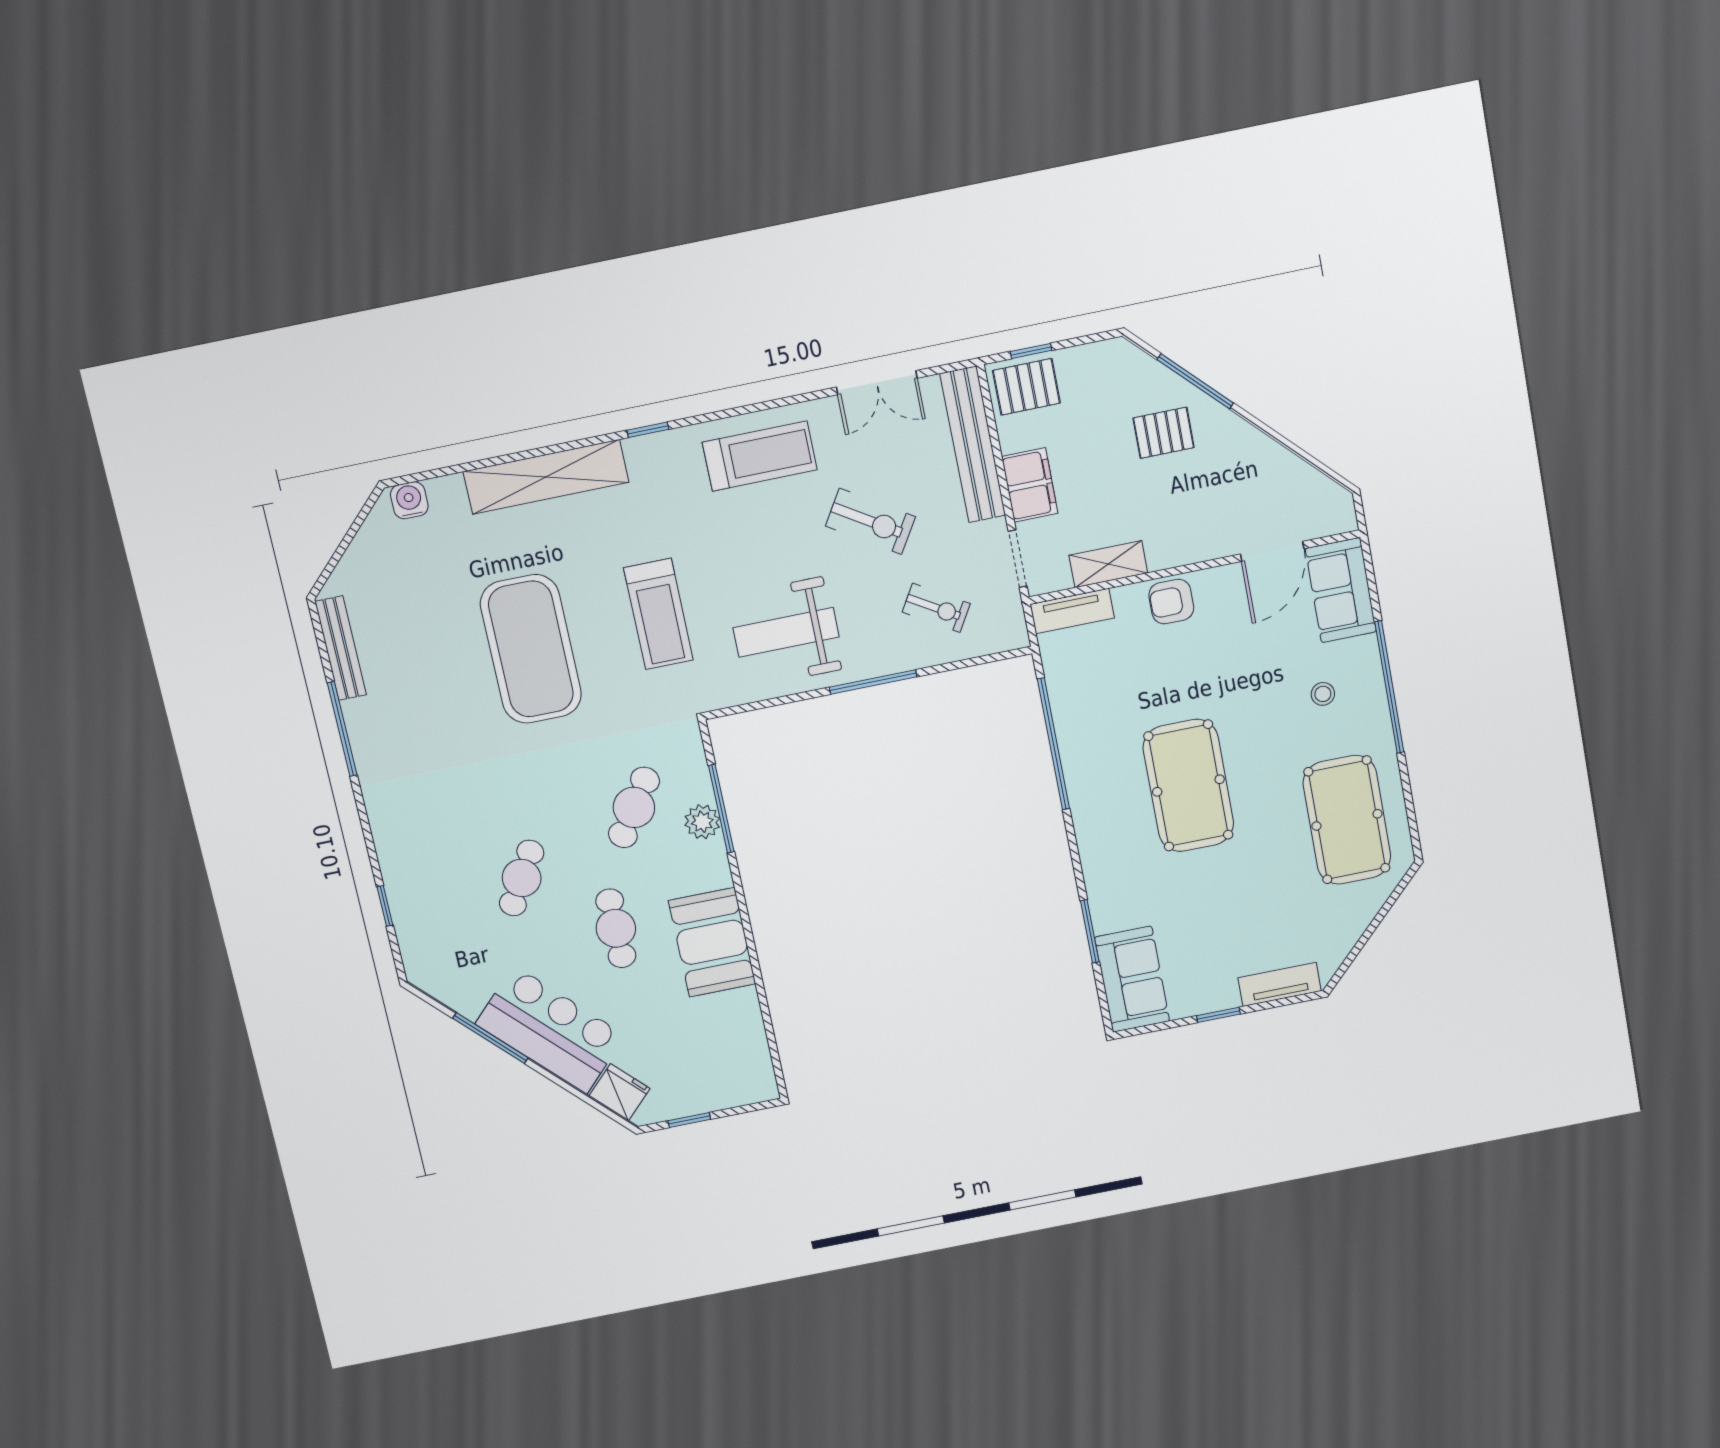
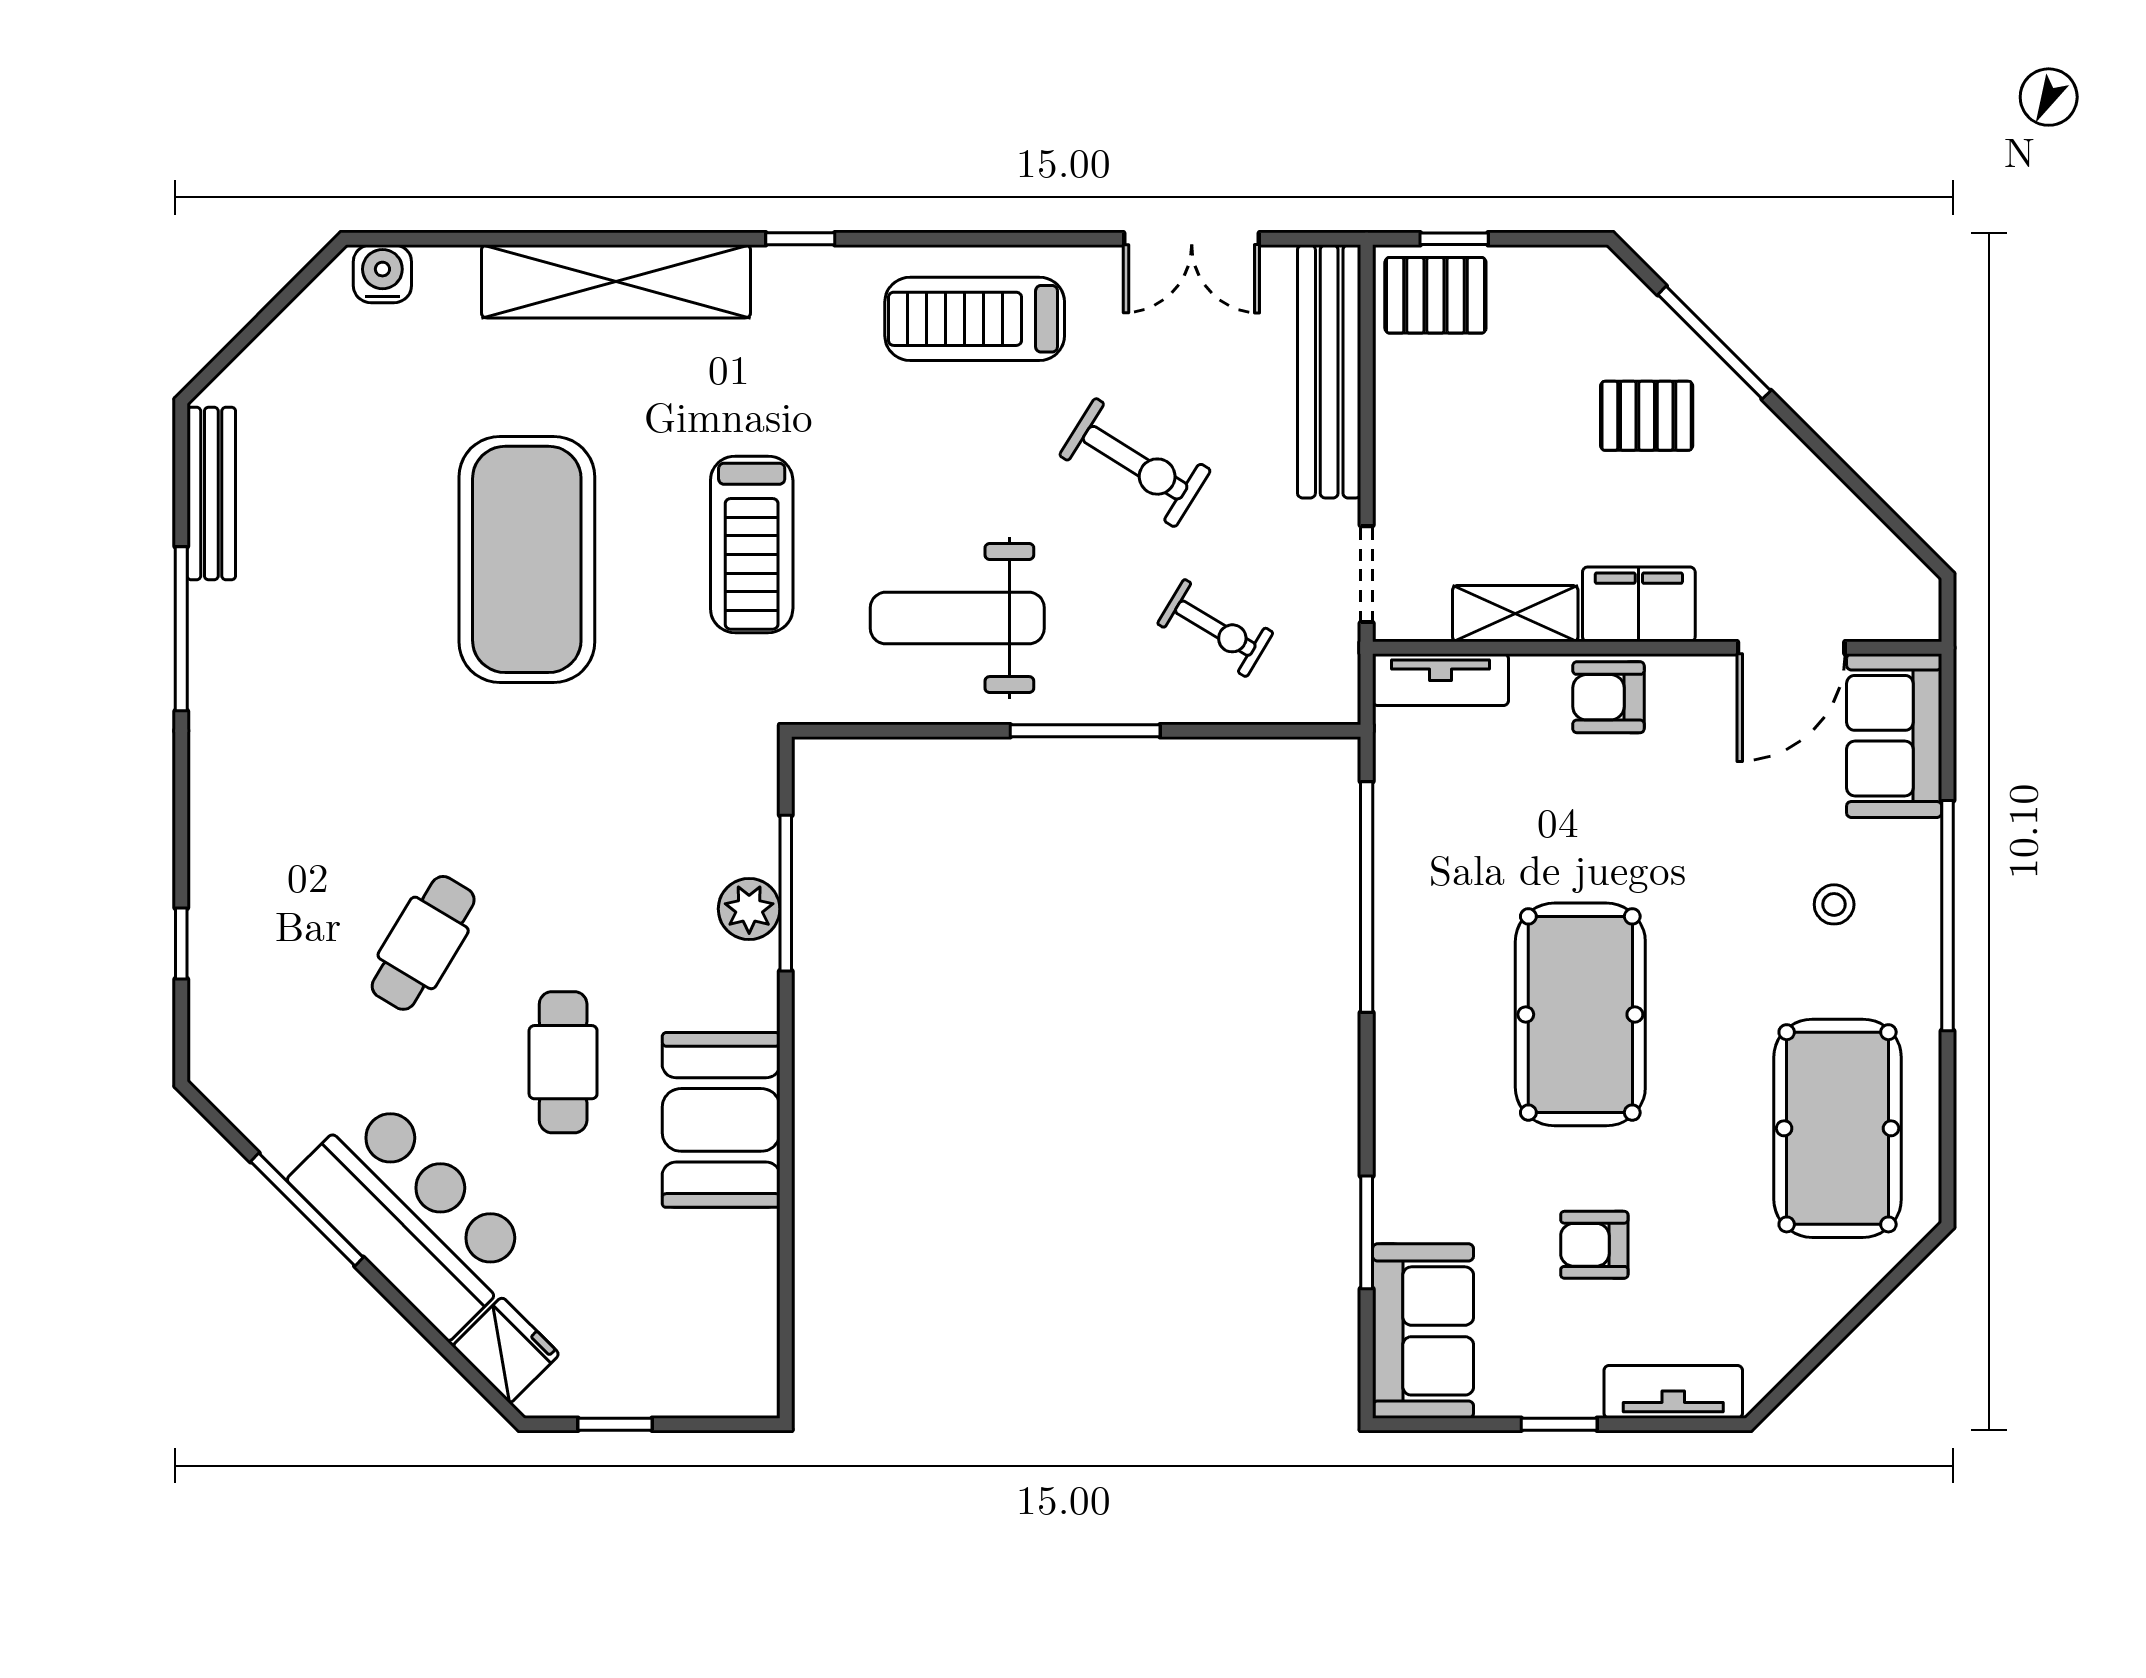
treadmill: (760, 456) -> (975, 319), turned 180
filing cabinet: (1030, 485) -> (1639, 604), moved, turned -90
cafe table: (634, 807) -> (639, 861), removed
armchair: (1220, 912) -> (1594, 1245), added

